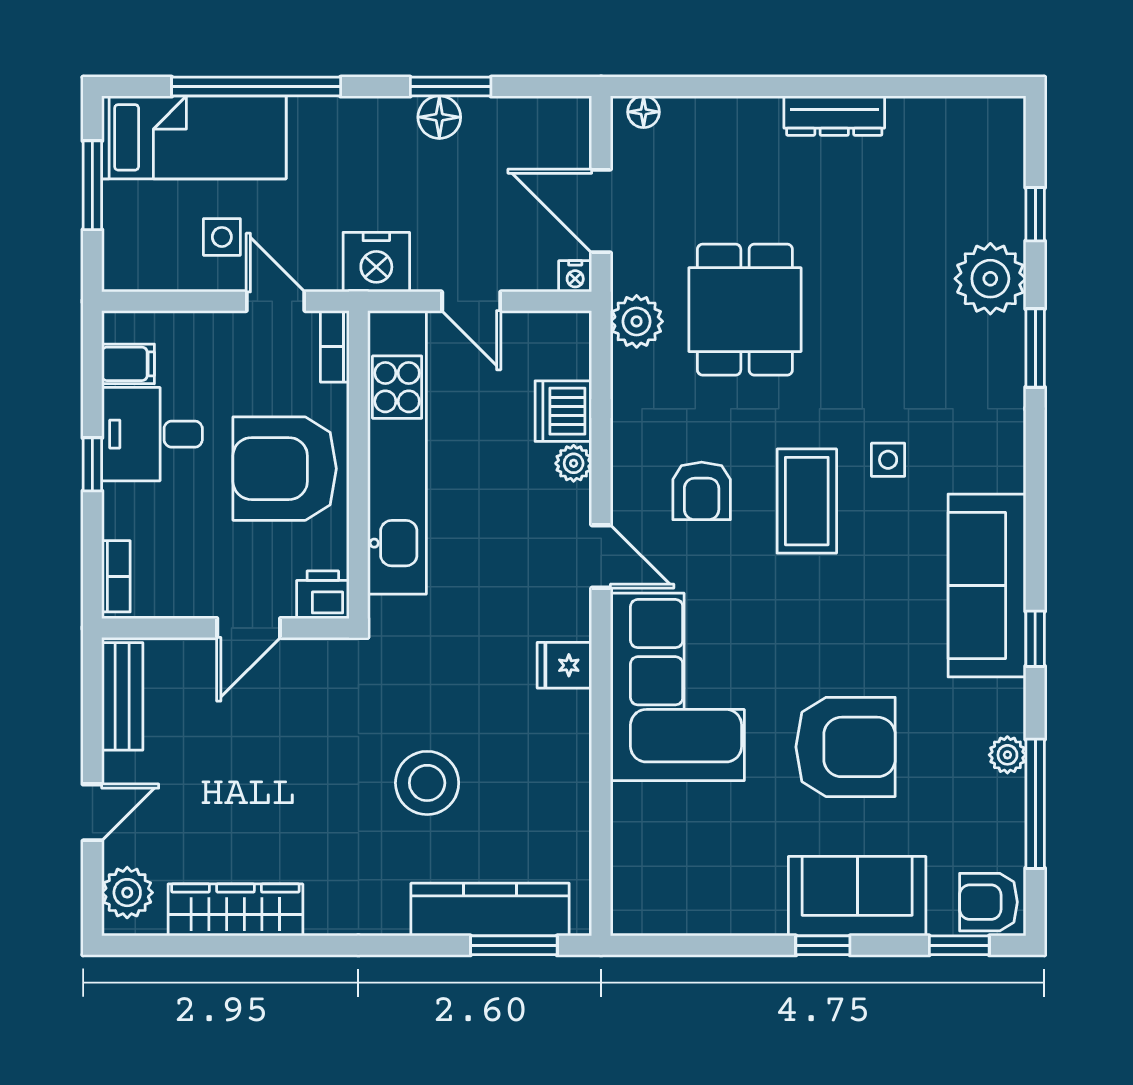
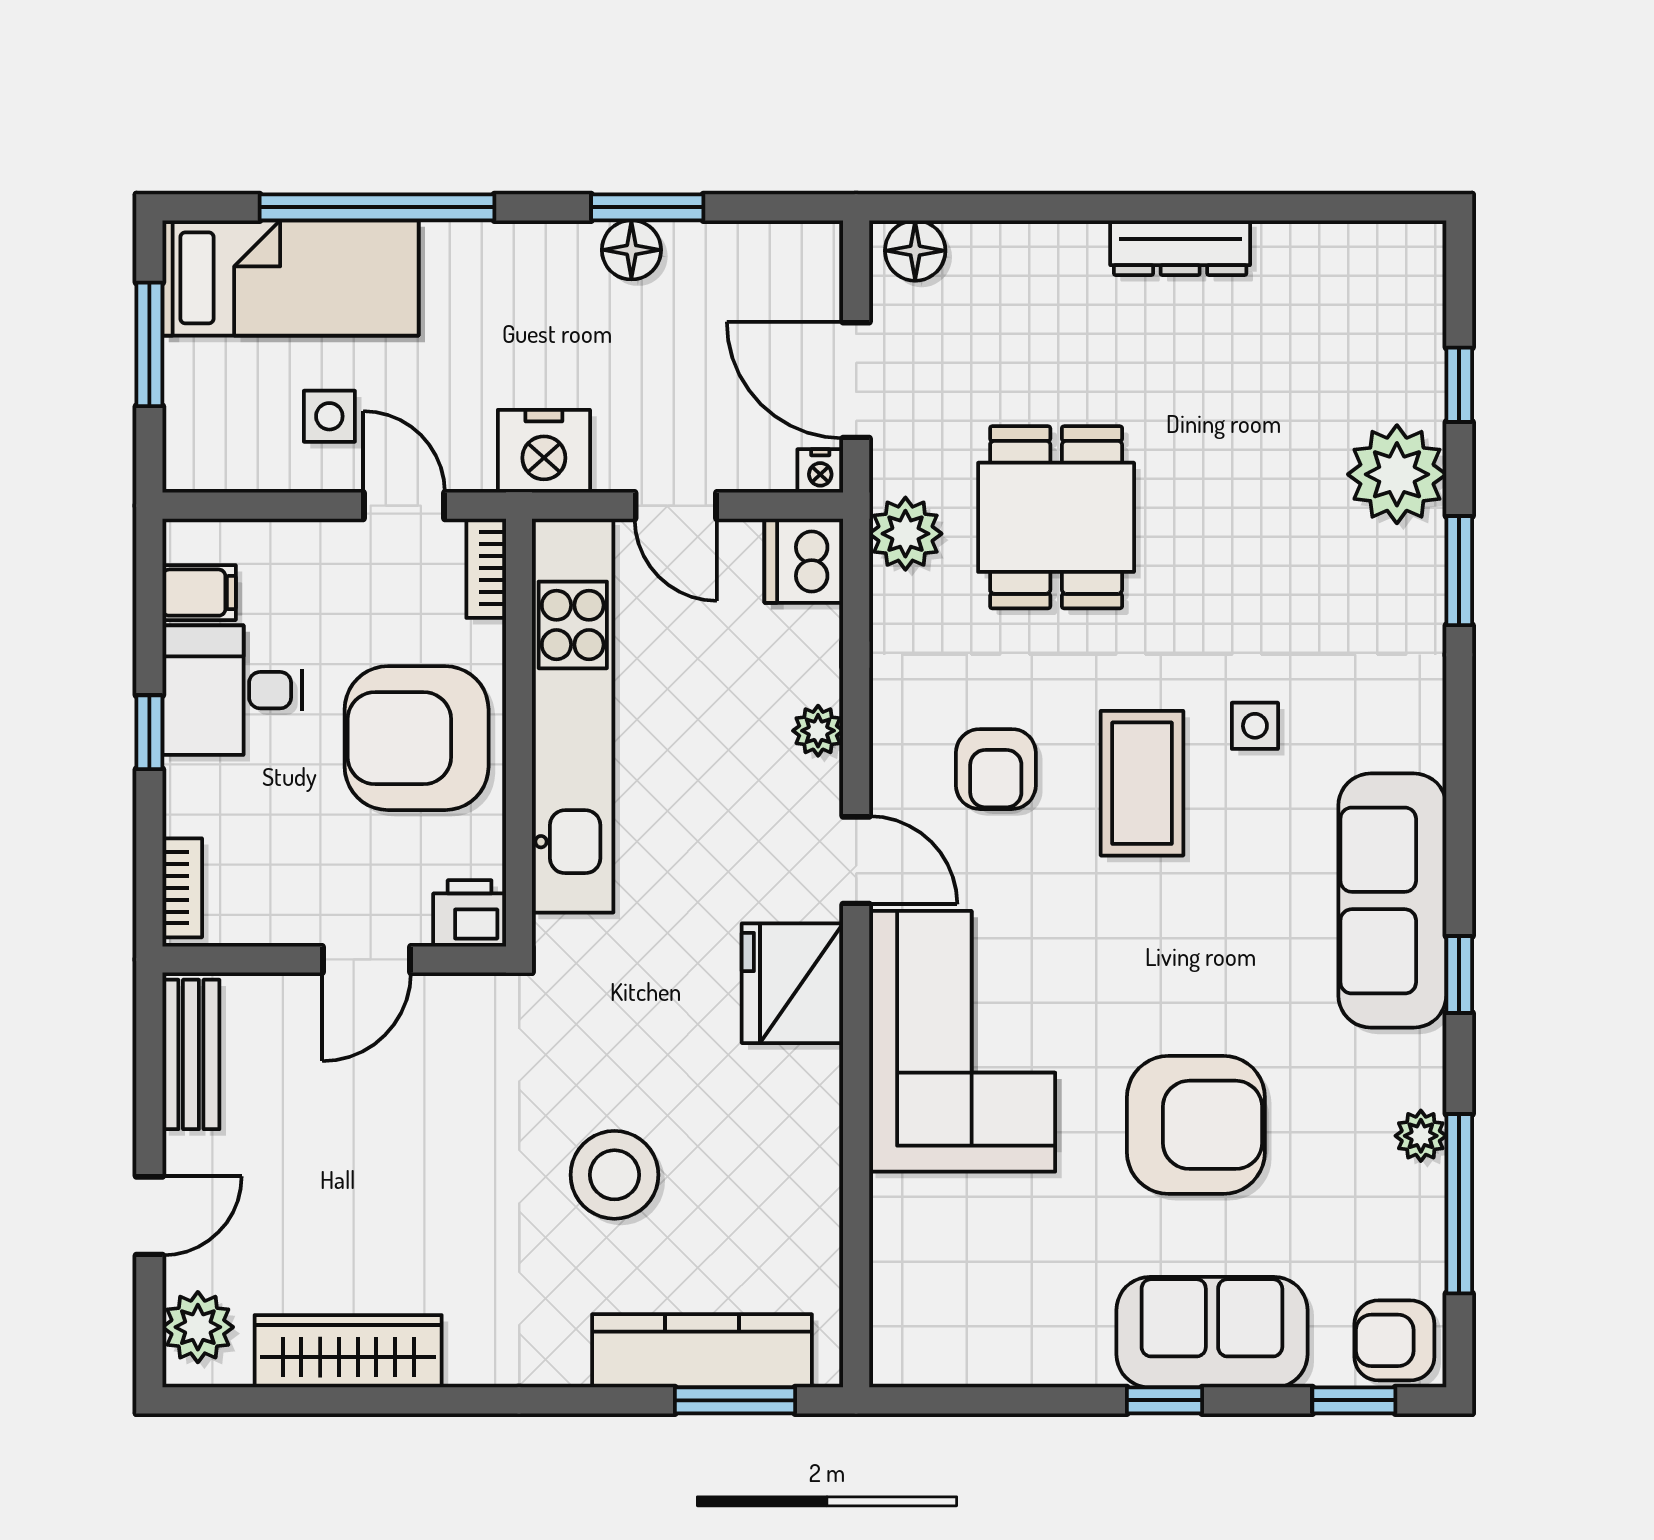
floor lamp: (644, 112) -> (915, 251), width x1.37, depth x1.37
dishwasher: (563, 411) -> (804, 561), moved
fridge: (564, 665) -> (792, 983), width x1.88, depth x1.34

